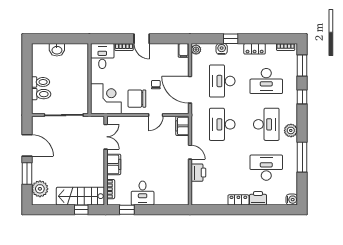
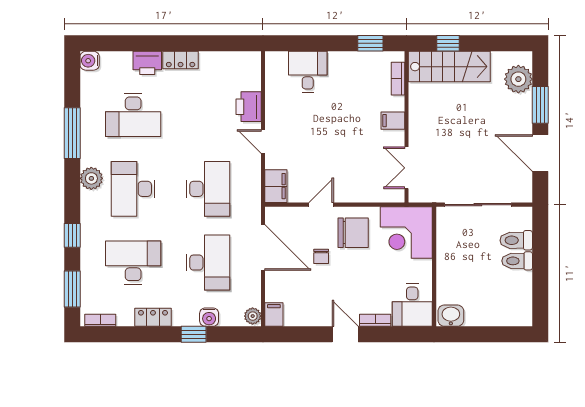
washbasin: (57, 50) -> (451, 316), moved
filing cabinet: (114, 164) -> (393, 121), width x0.50
desk: (143, 193) -> (308, 72), moved

